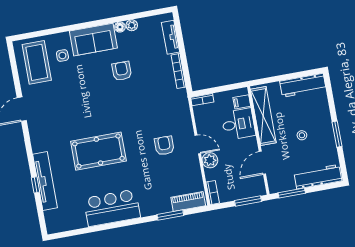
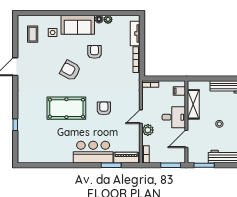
coffee table: (37, 62) -> (33, 34), width x0.54, depth x0.58
armchair: (94, 101) -> (70, 70), added
shelving: (263, 116) -> (193, 104), width x0.68
desk: (238, 124) -> (174, 117), moved
door: (198, 144) -> (141, 117), swing flipped
armchair: (164, 146) -> (104, 108), moved
tv unit: (45, 181) -> (23, 123), removed
bar counter: (112, 208) -> (93, 152), moved

